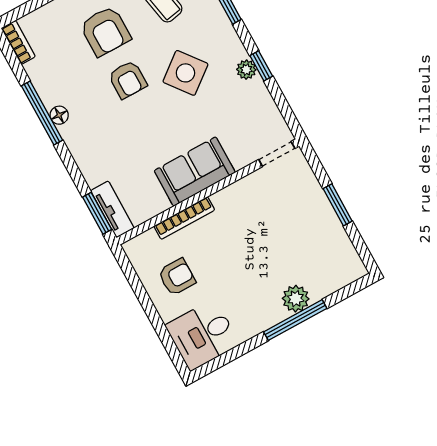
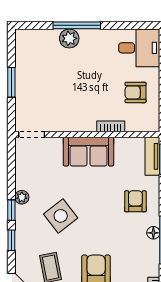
window: (261, 66) -> (11, 210), moved
armchair: (128, 80) -> (135, 201), moved
bookcase: (184, 218) -> (111, 126), width x0.64

